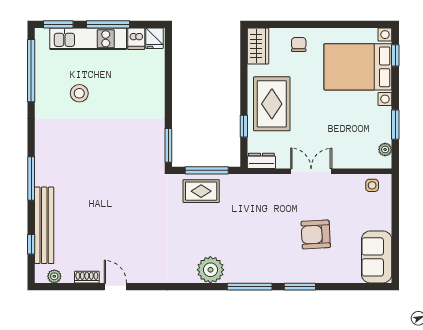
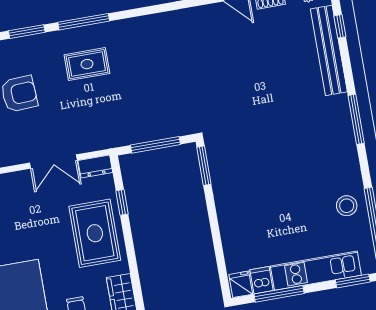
window: (108, 24) -> (279, 294), moved
stool: (79, 93) -> (347, 206), moved
double door: (311, 171) -> (53, 162), moved
window: (31, 179) -> (356, 119), moved
rug: (201, 191) -> (87, 64), moved
plant: (210, 270) -> (131, 33), removed

